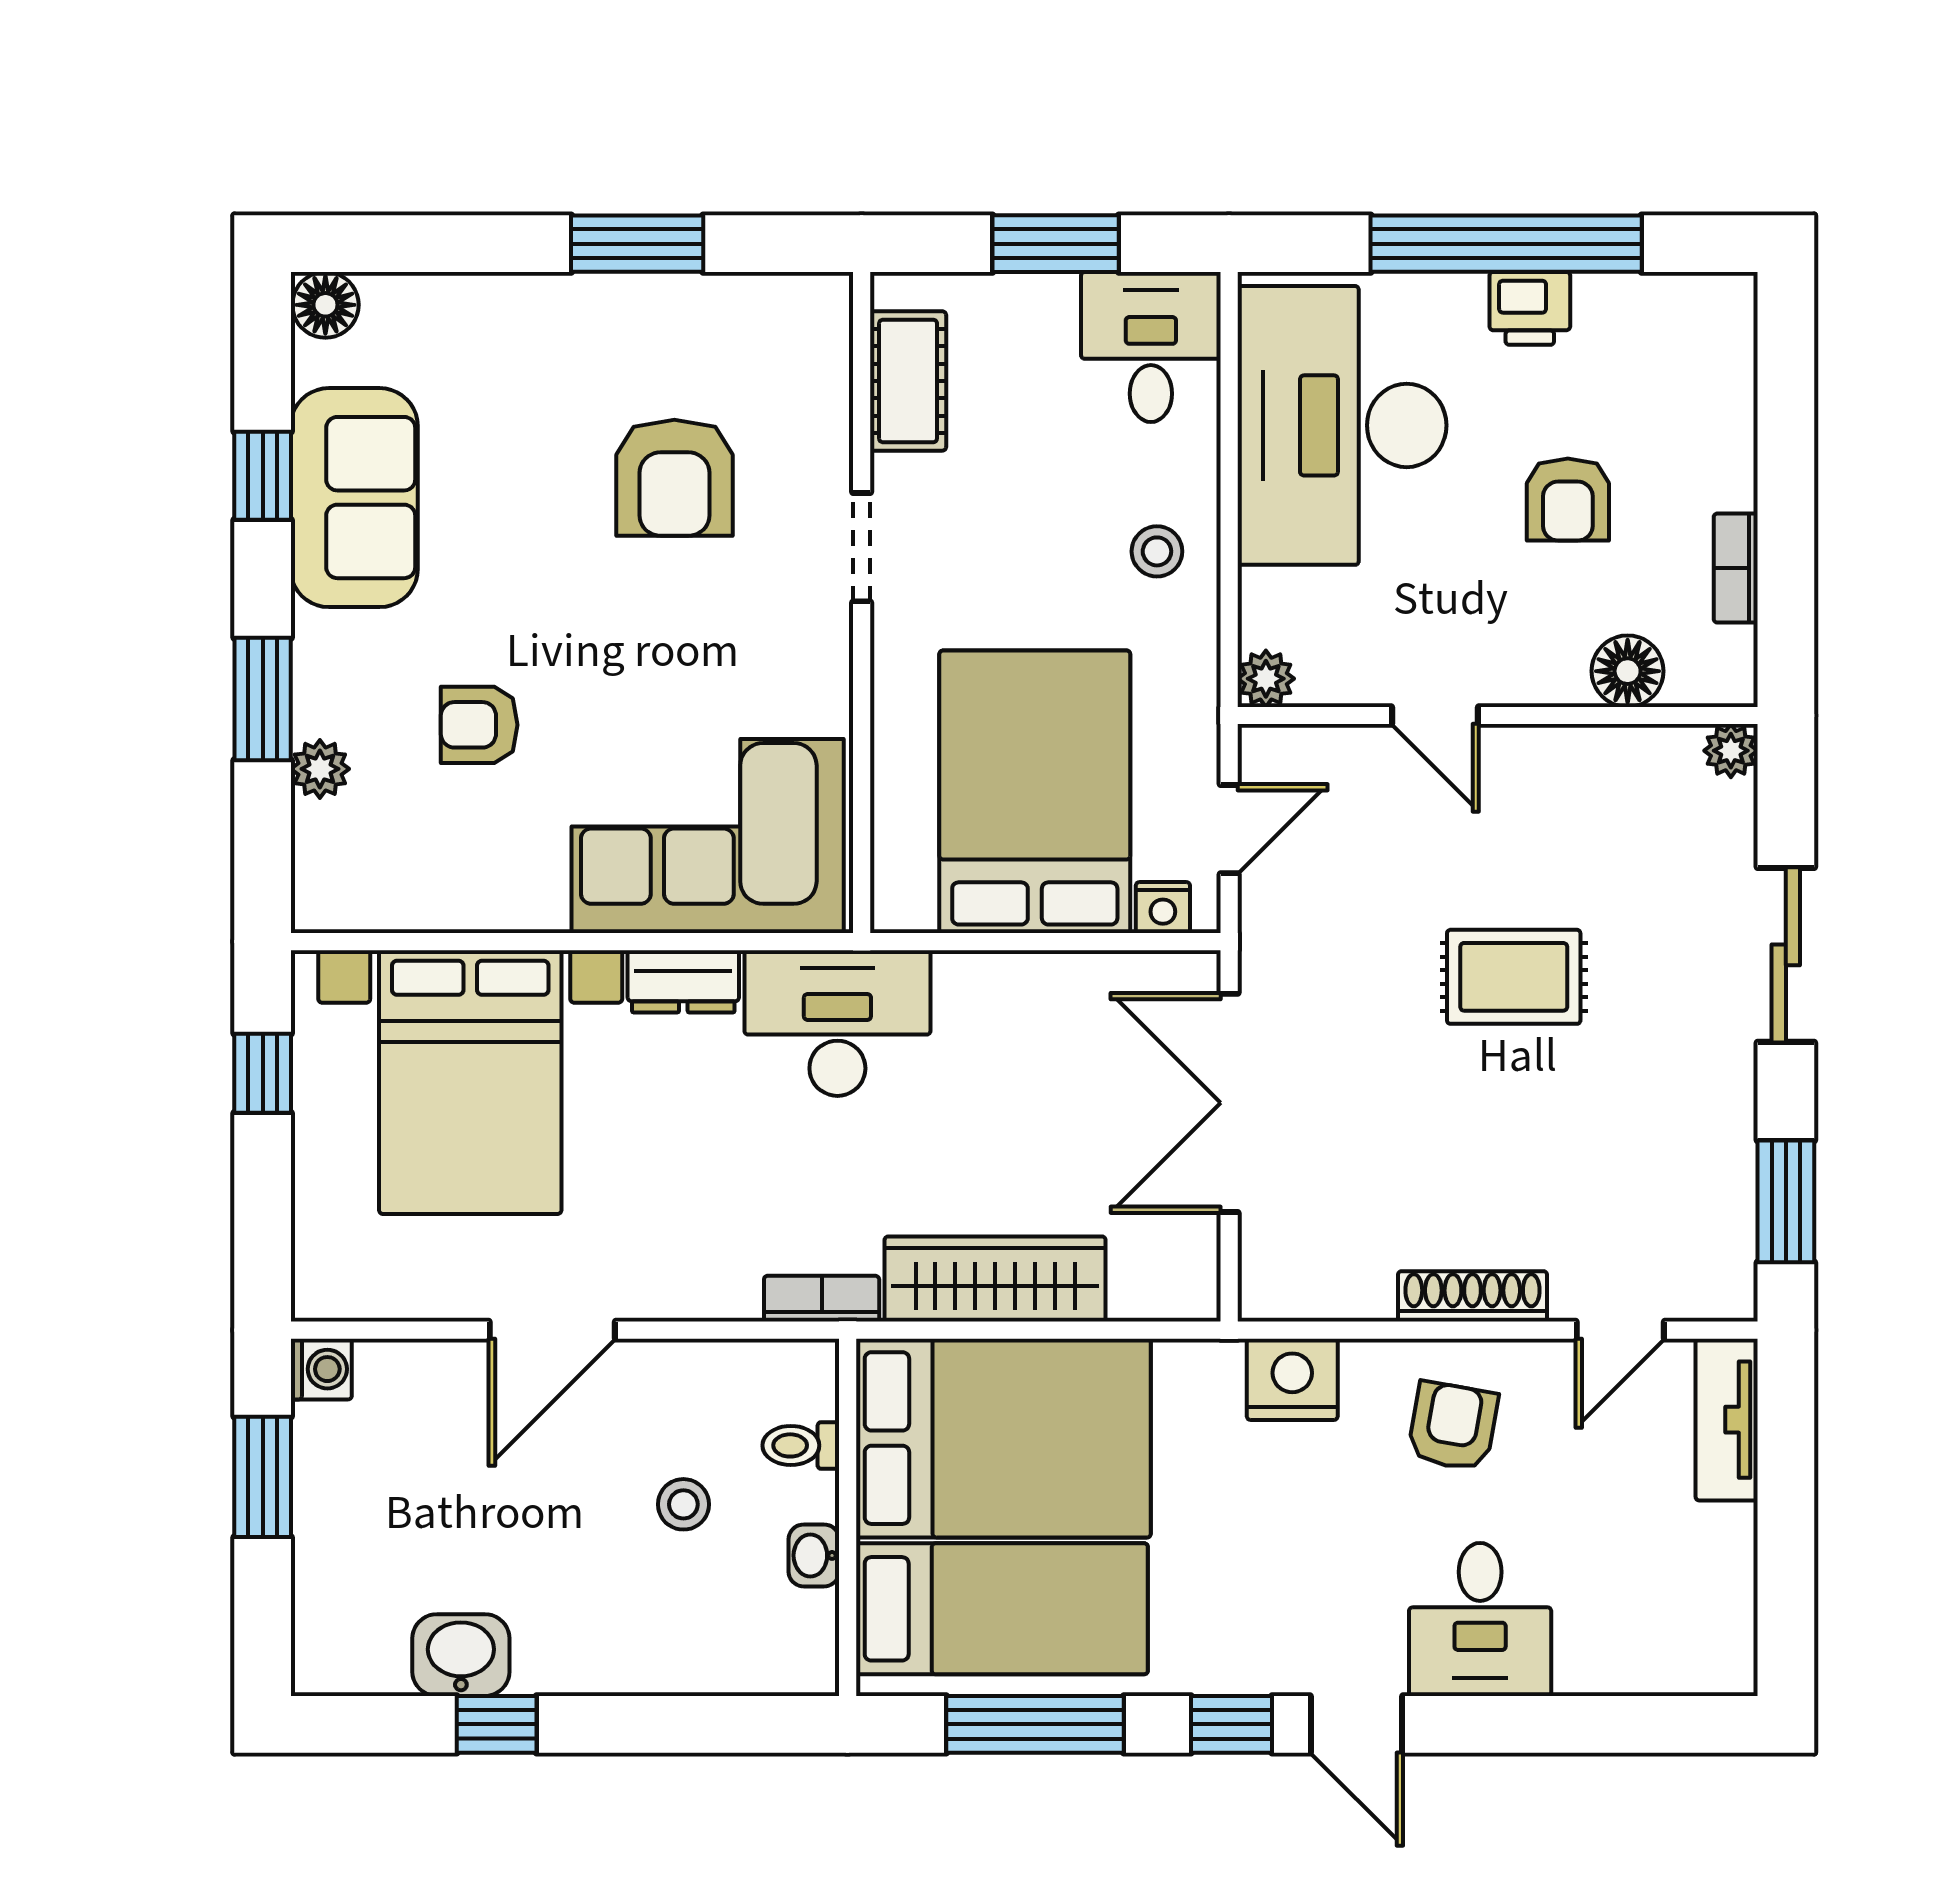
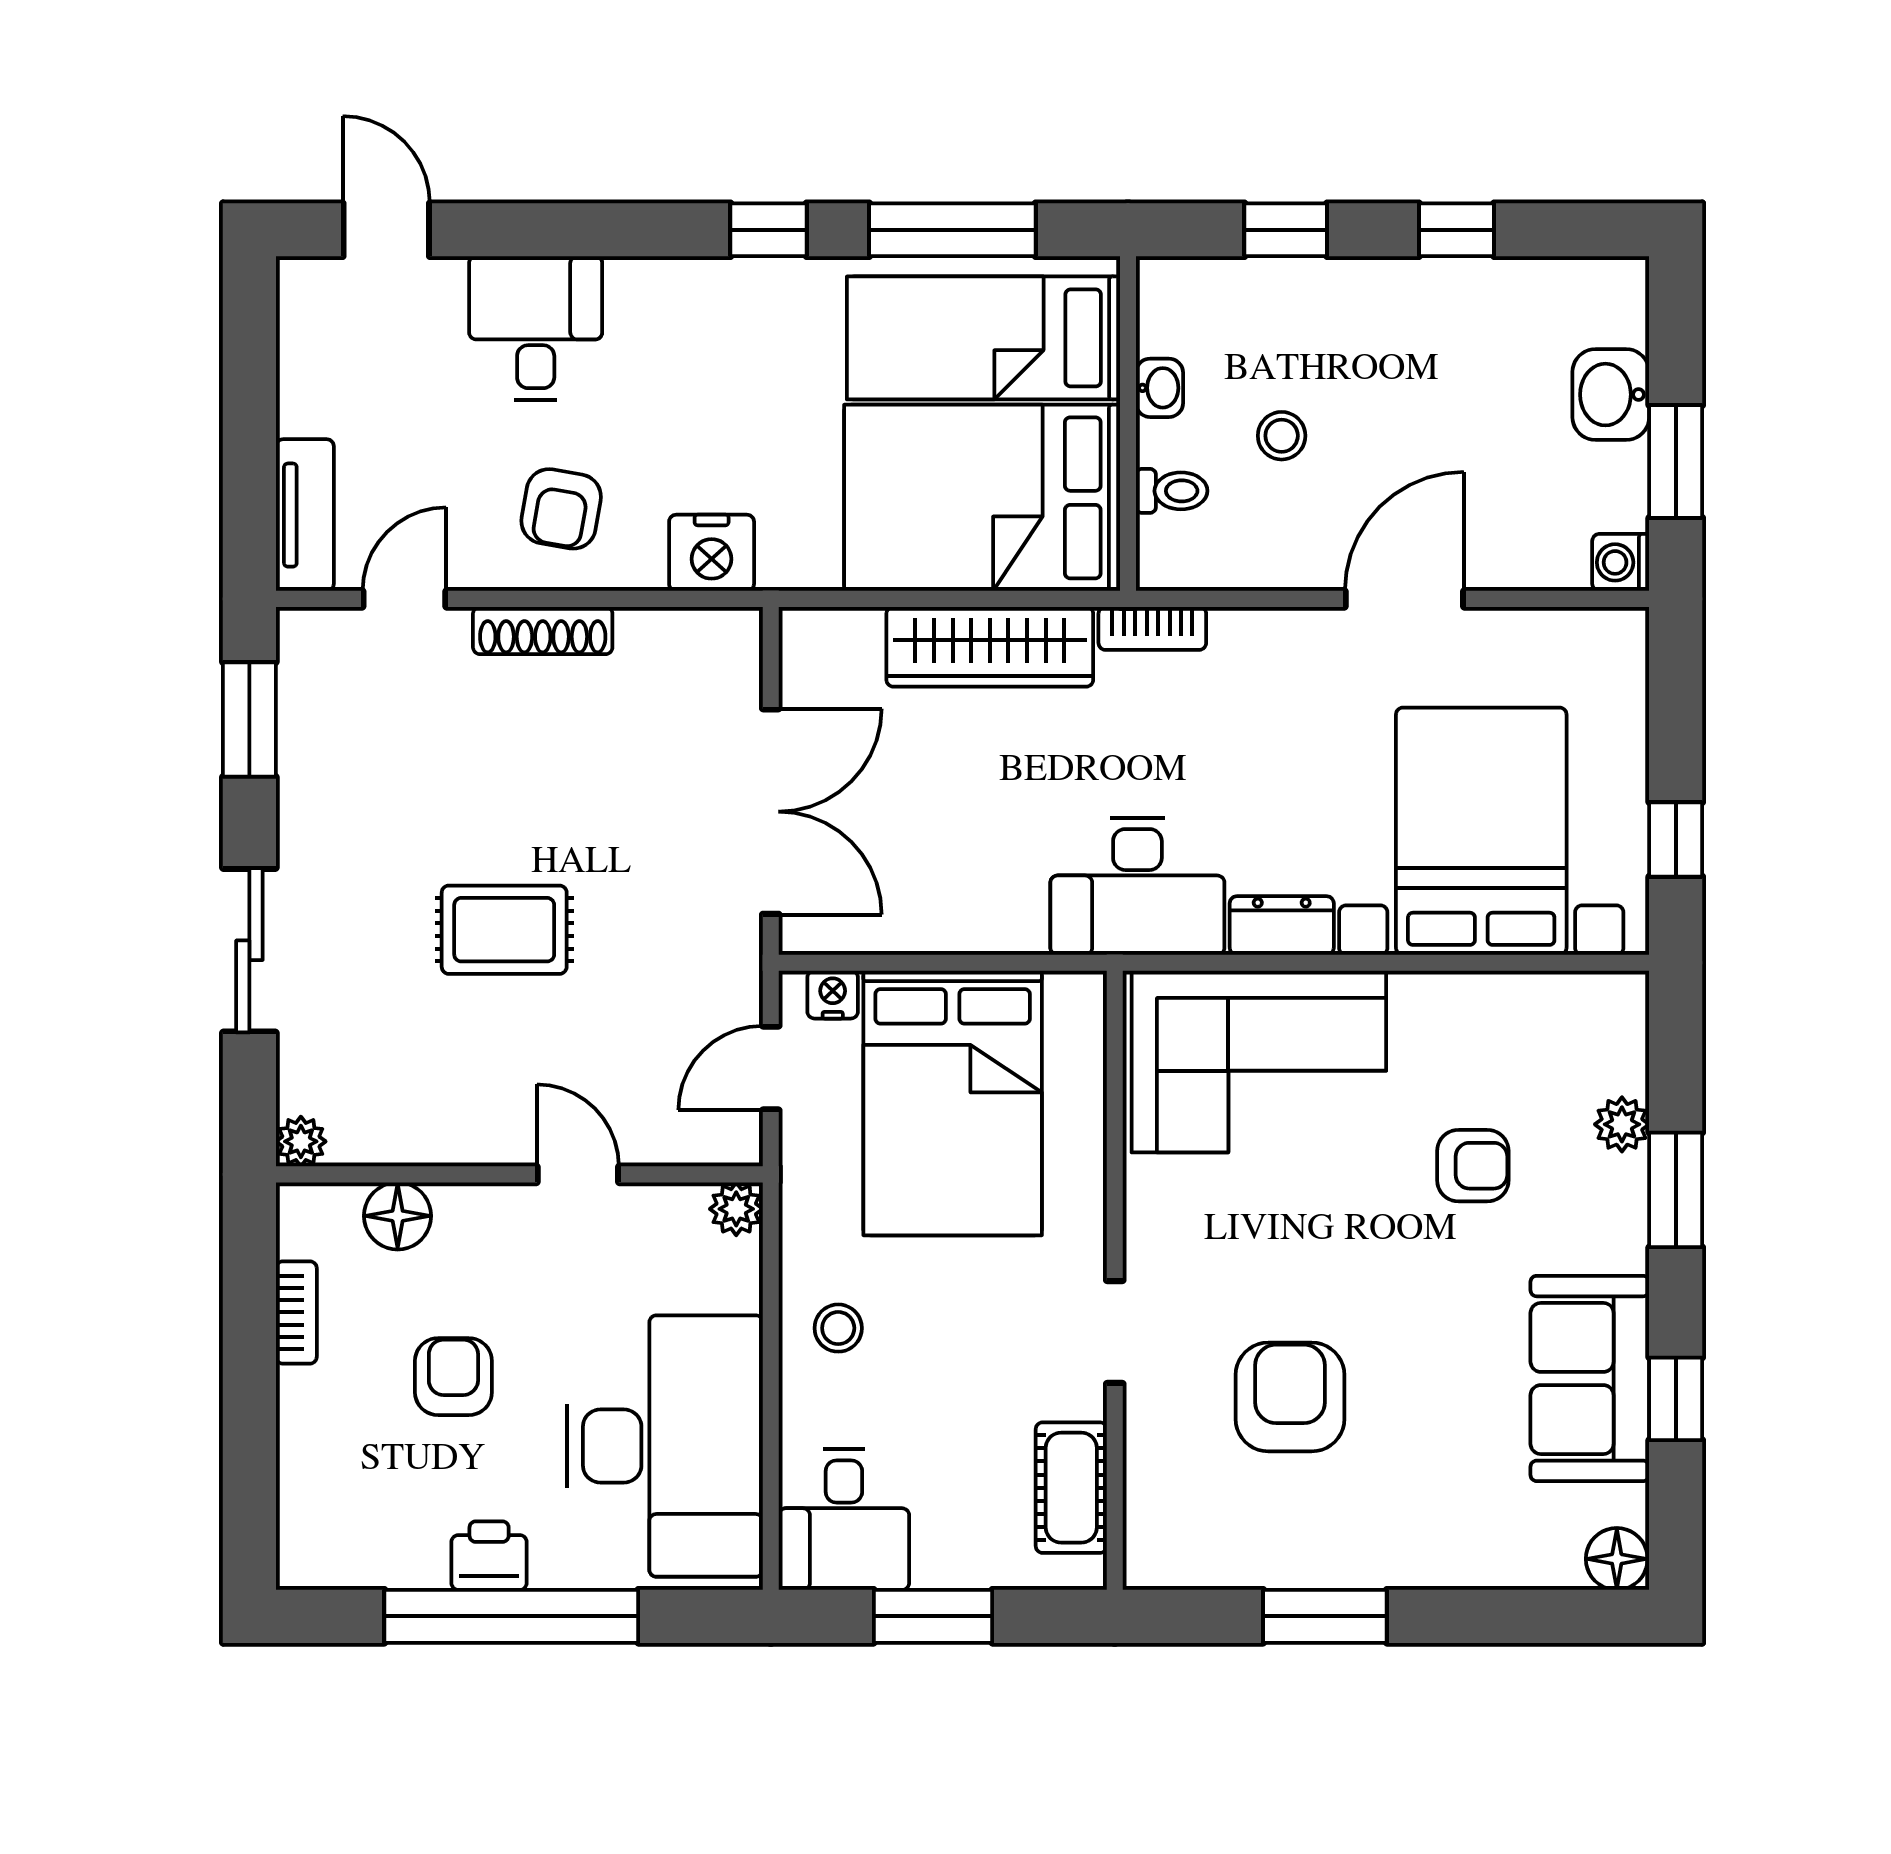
washbasin: (461, 1655) -> (1611, 395), moved, turned 90
window: (679, 1724) -> (1286, 230), added
door: (1357, 1724) -> (386, 230), moved

